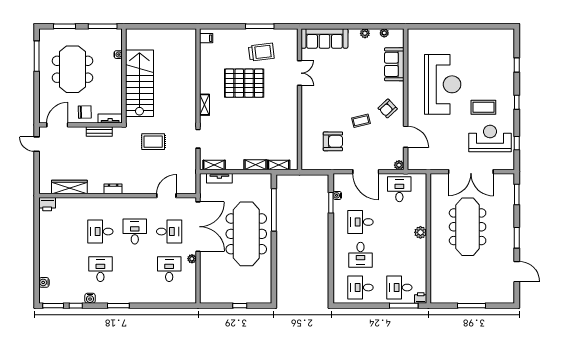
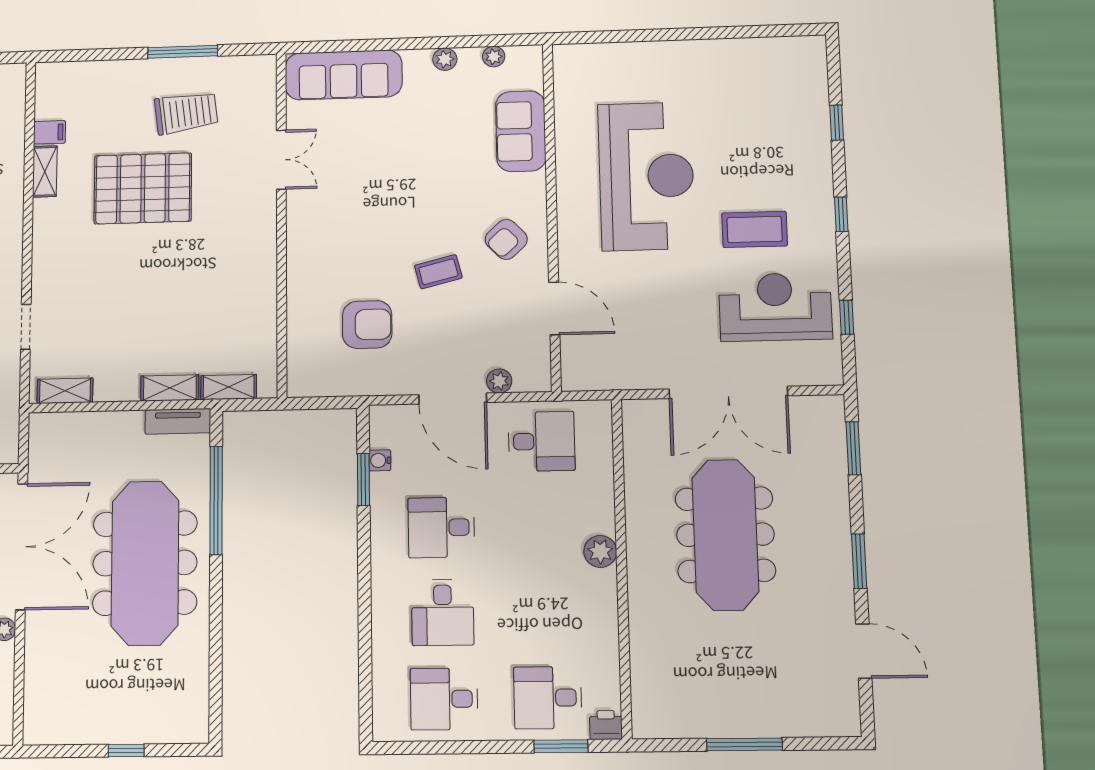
filing cabinet: (206, 38) -> (50, 132), moved
shelving: (204, 105) -> (45, 171), moved
plant: (399, 165) -> (499, 381), moved
tv unit: (219, 178) -> (178, 421), moved
desk: (399, 189) -> (541, 441), turned 90
window: (404, 306) -> (561, 746), width x0.69

